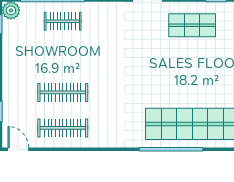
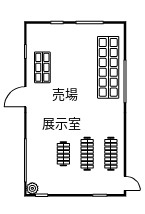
clothes rail: (63, 21) -> (63, 154), moved
door: (18, 149) -> (125, 183), swing flipped

